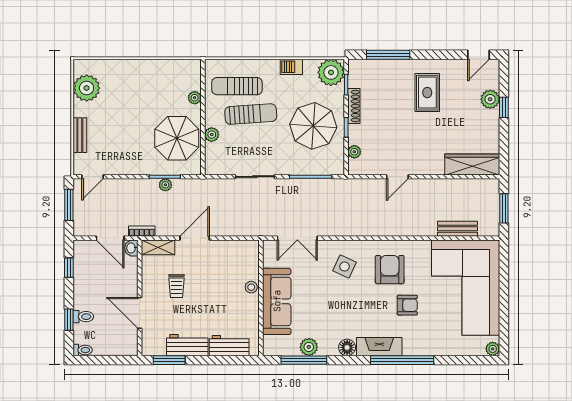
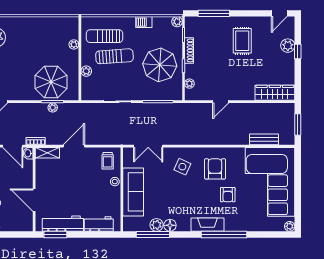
plant: (331, 72) -> (177, 22), width x0.53, depth x0.53
parasol: (177, 138) -> (51, 82), moved
trolley: (176, 286) -> (108, 161), moved
armchair: (407, 305) -> (228, 195), turned 90
workbench: (187, 345) -> (63, 224), width x1.38
floor lamp: (347, 347) -> (170, 225), moved

